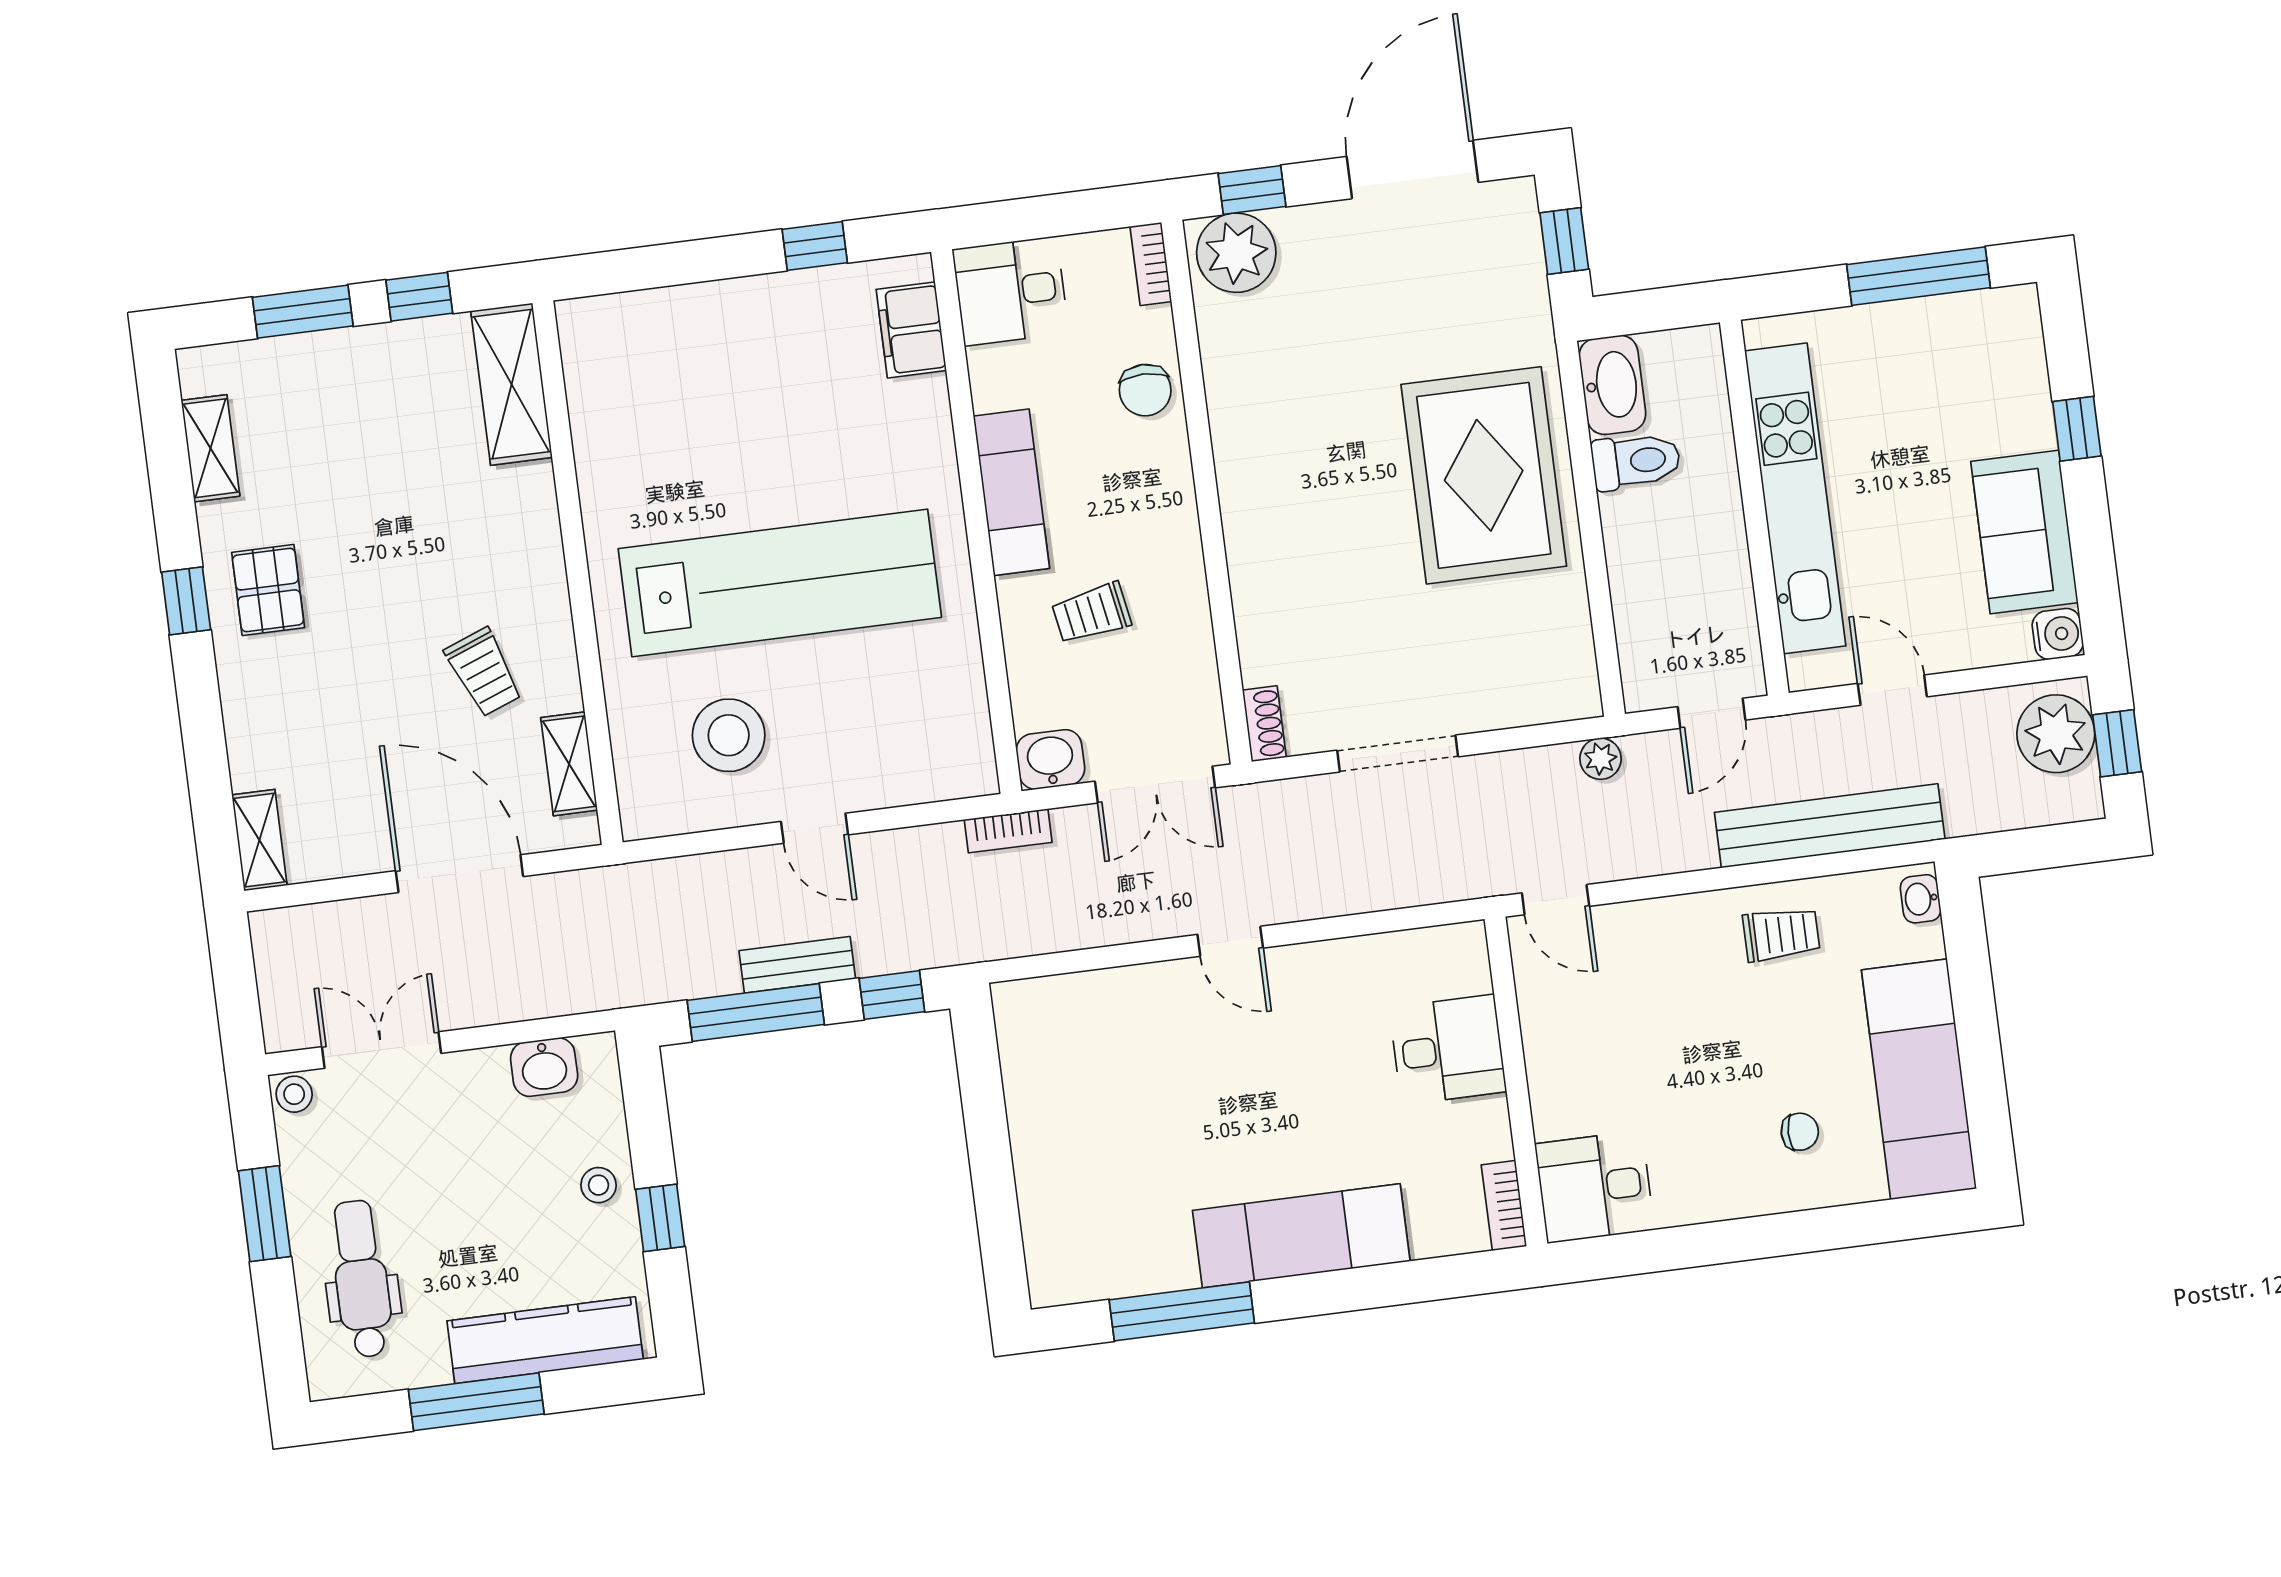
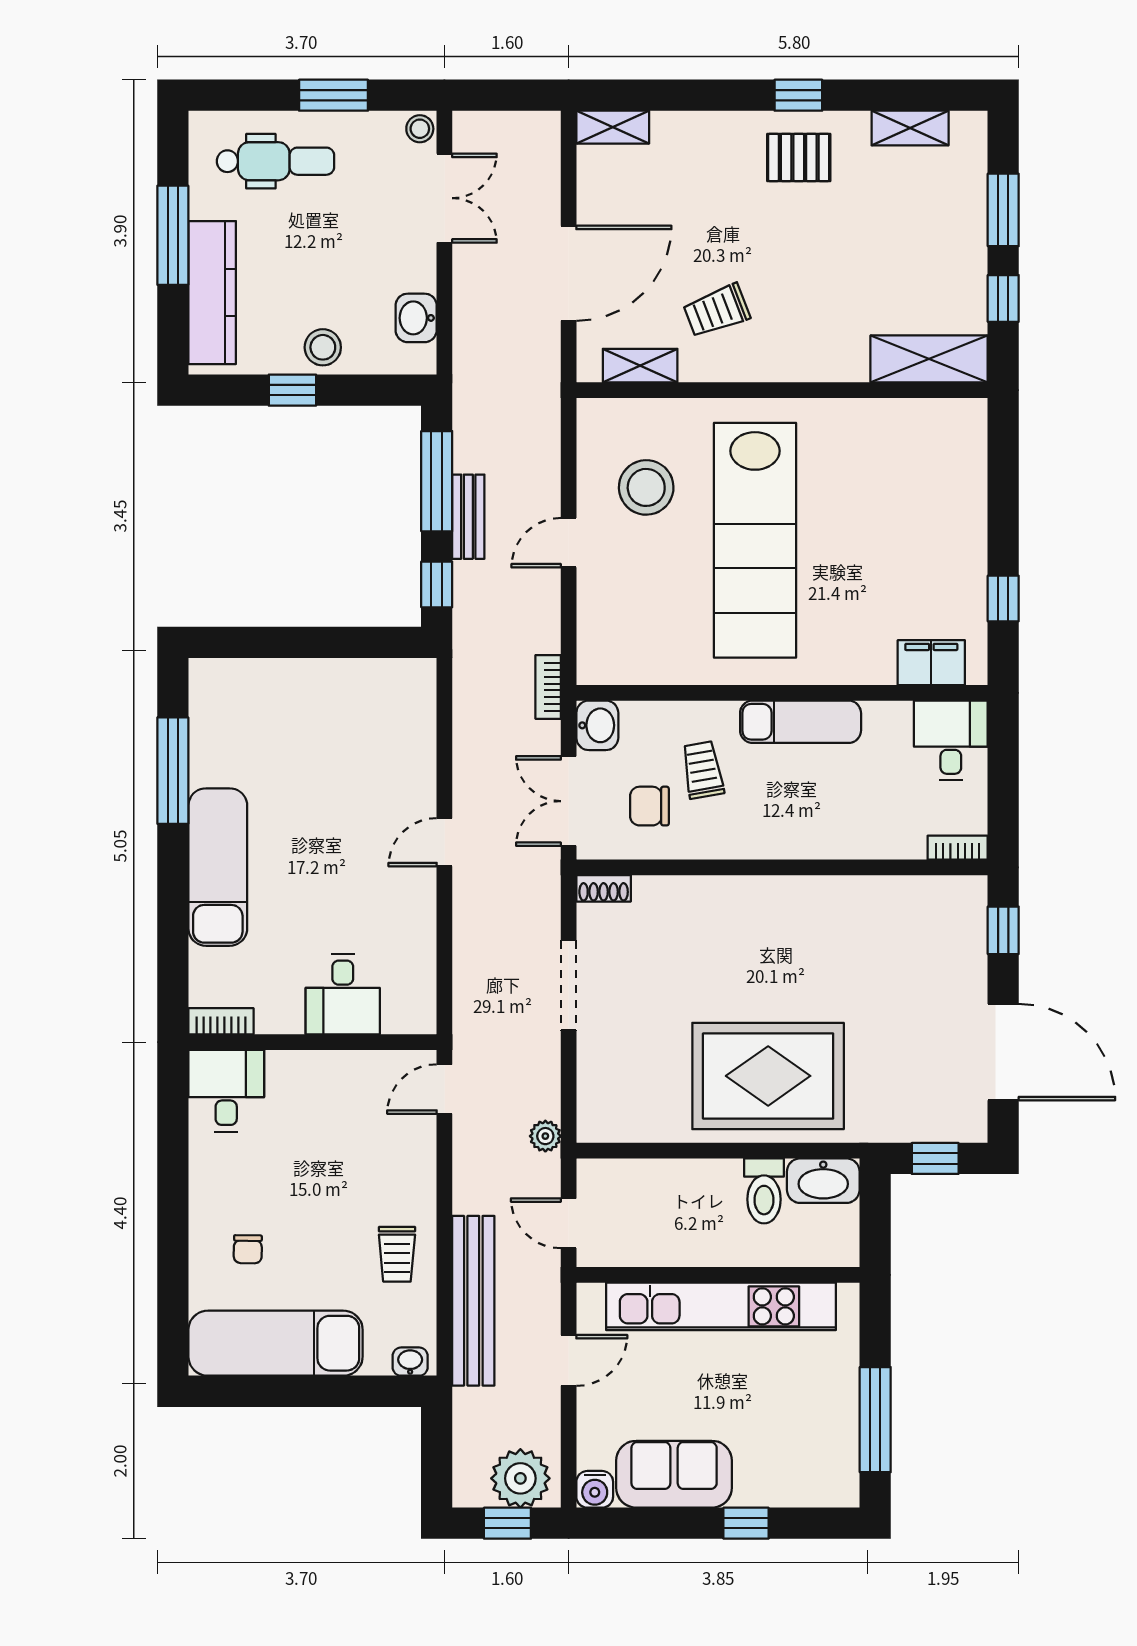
plant: (1236, 253) -> (958, 913), removed
chair: (1145, 390) -> (649, 806), moved
stool: (599, 1185) -> (323, 347), width x1.37, depth x1.37

